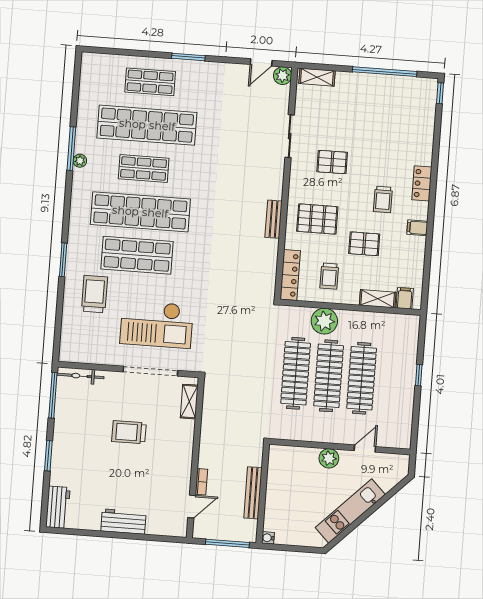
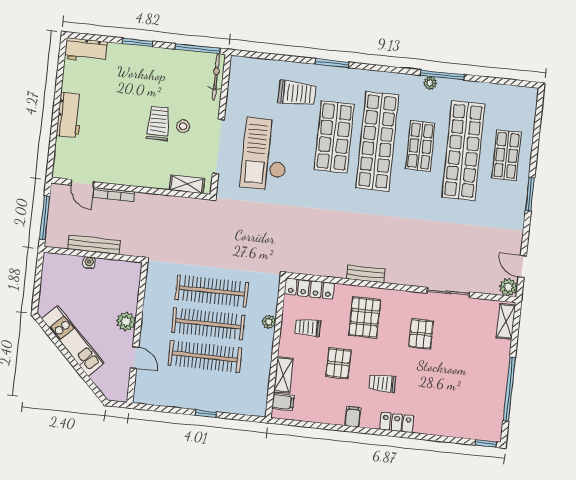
plant: (324, 321) -> (269, 322), width x0.53, depth x0.53
stool: (131, 407) -> (183, 126), added
bookcase: (201, 482) -> (114, 195), width x1.56
water cooler: (268, 538) -> (89, 263), moved

